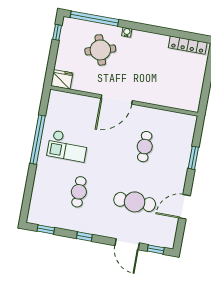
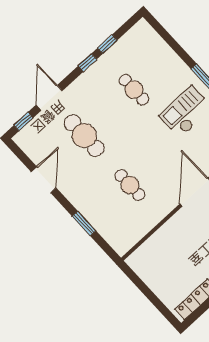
cafe table: (135, 202) -> (84, 136), turned 90
window: (46, 229) -> (108, 44), moved
door: (127, 244) -> (49, 98), hinge flipped

